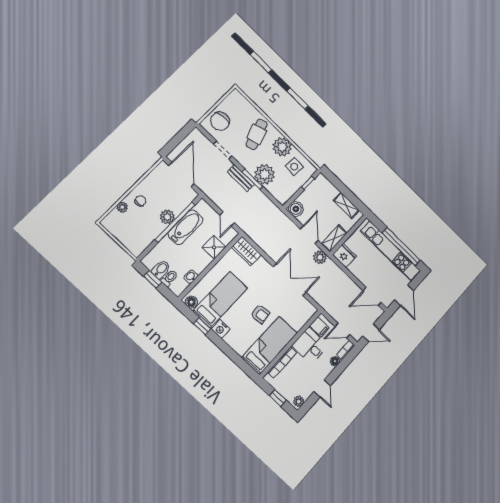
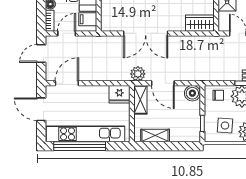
chair: (280, 191) -> (218, 95), added

